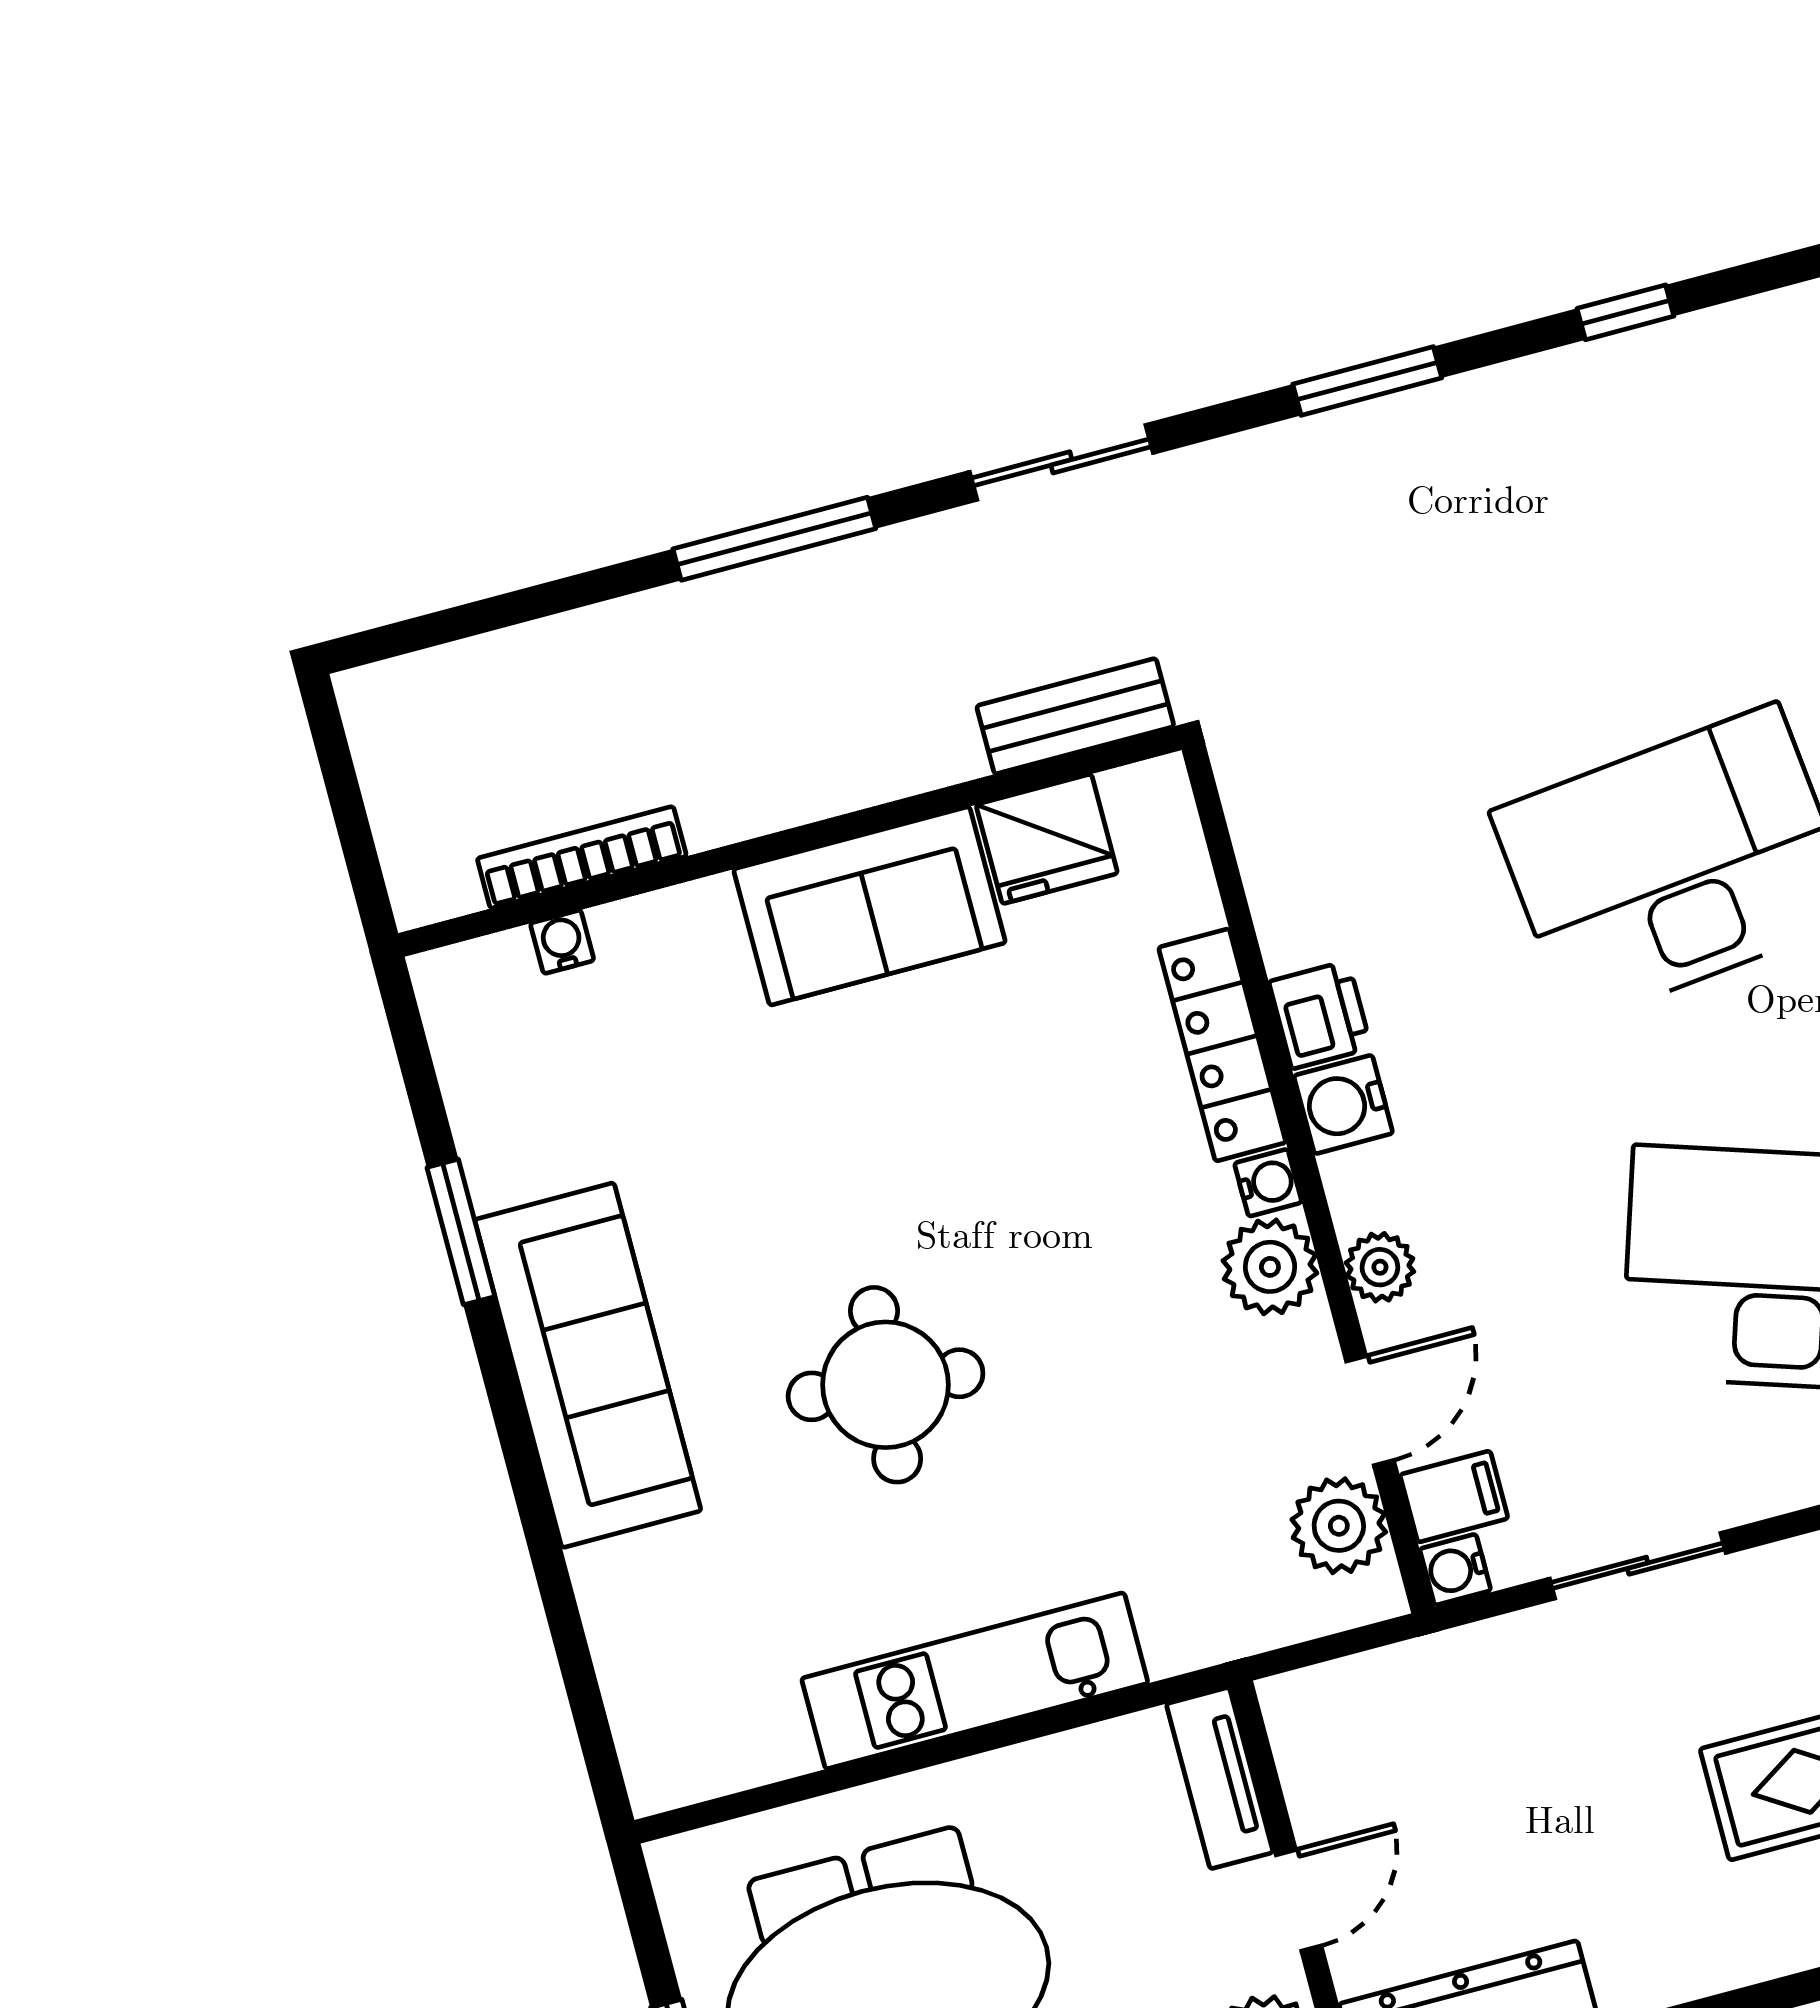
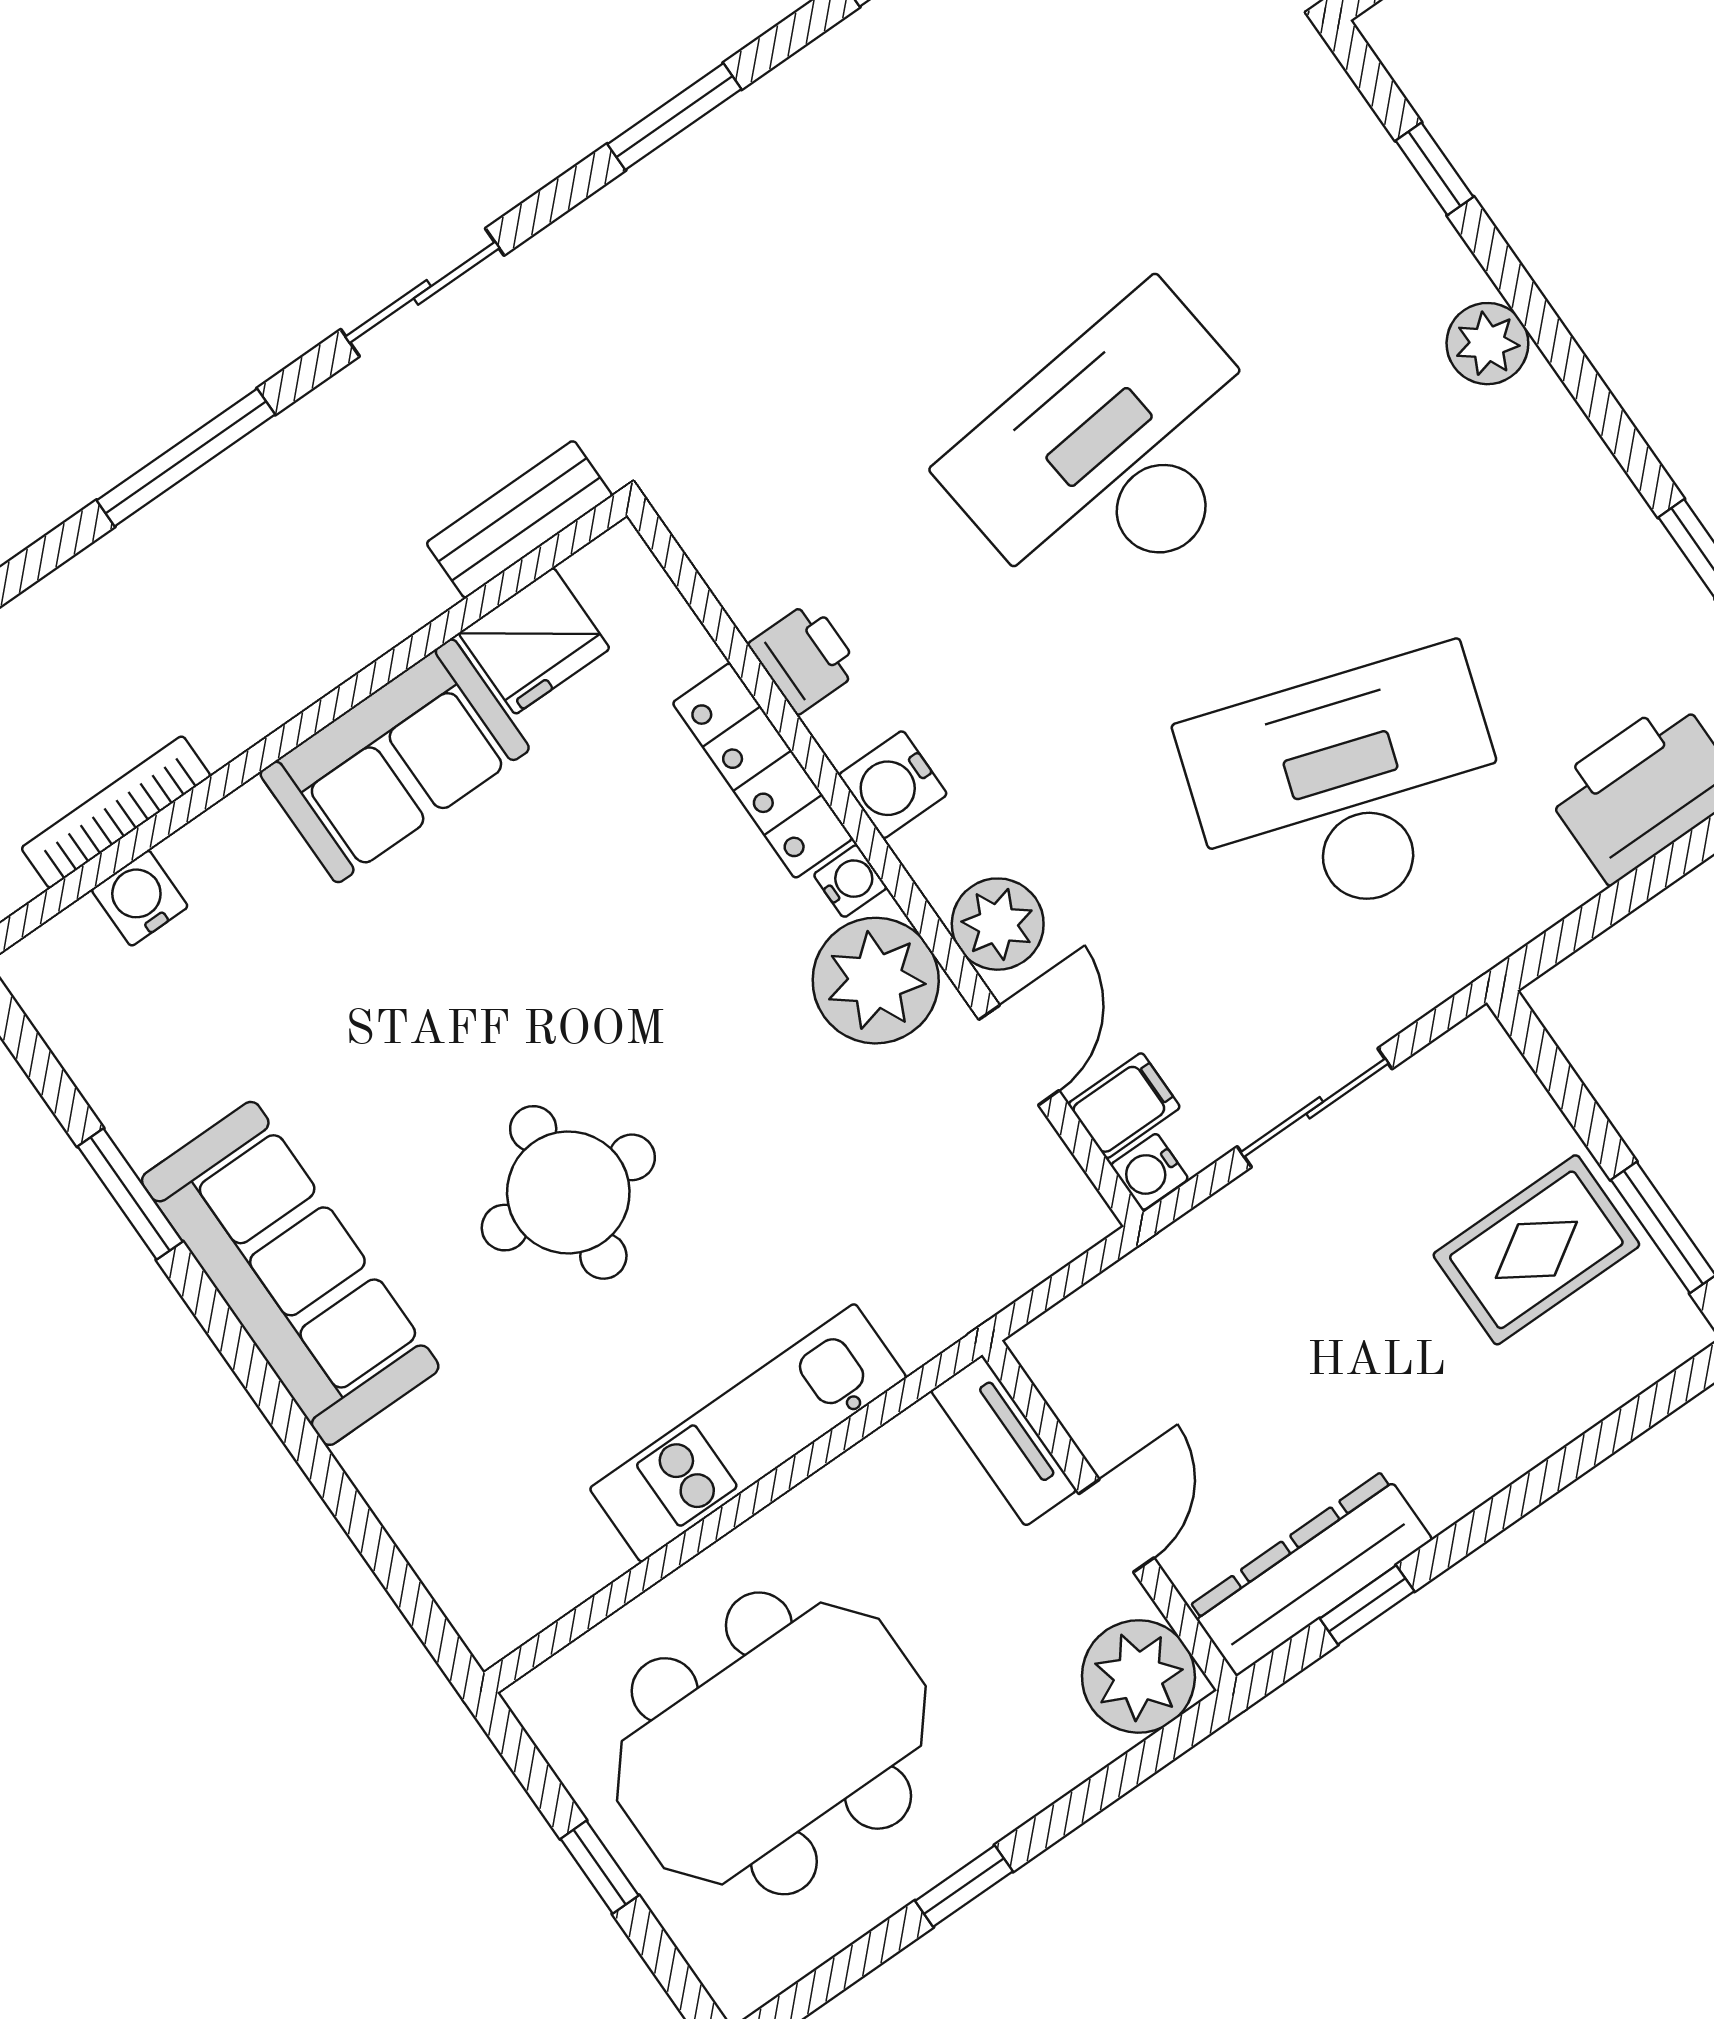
water cooler: (562, 942) -> (140, 898), width x1.38, depth x1.38
printer: (1320, 1015) -> (805, 657), moved
plant: (1270, 1267) -> (876, 981), width x1.36, depth x1.36
plant: (1380, 1267) -> (998, 924), width x1.38, depth x1.38
plant: (1339, 1526) -> (1029, 1171), removed

